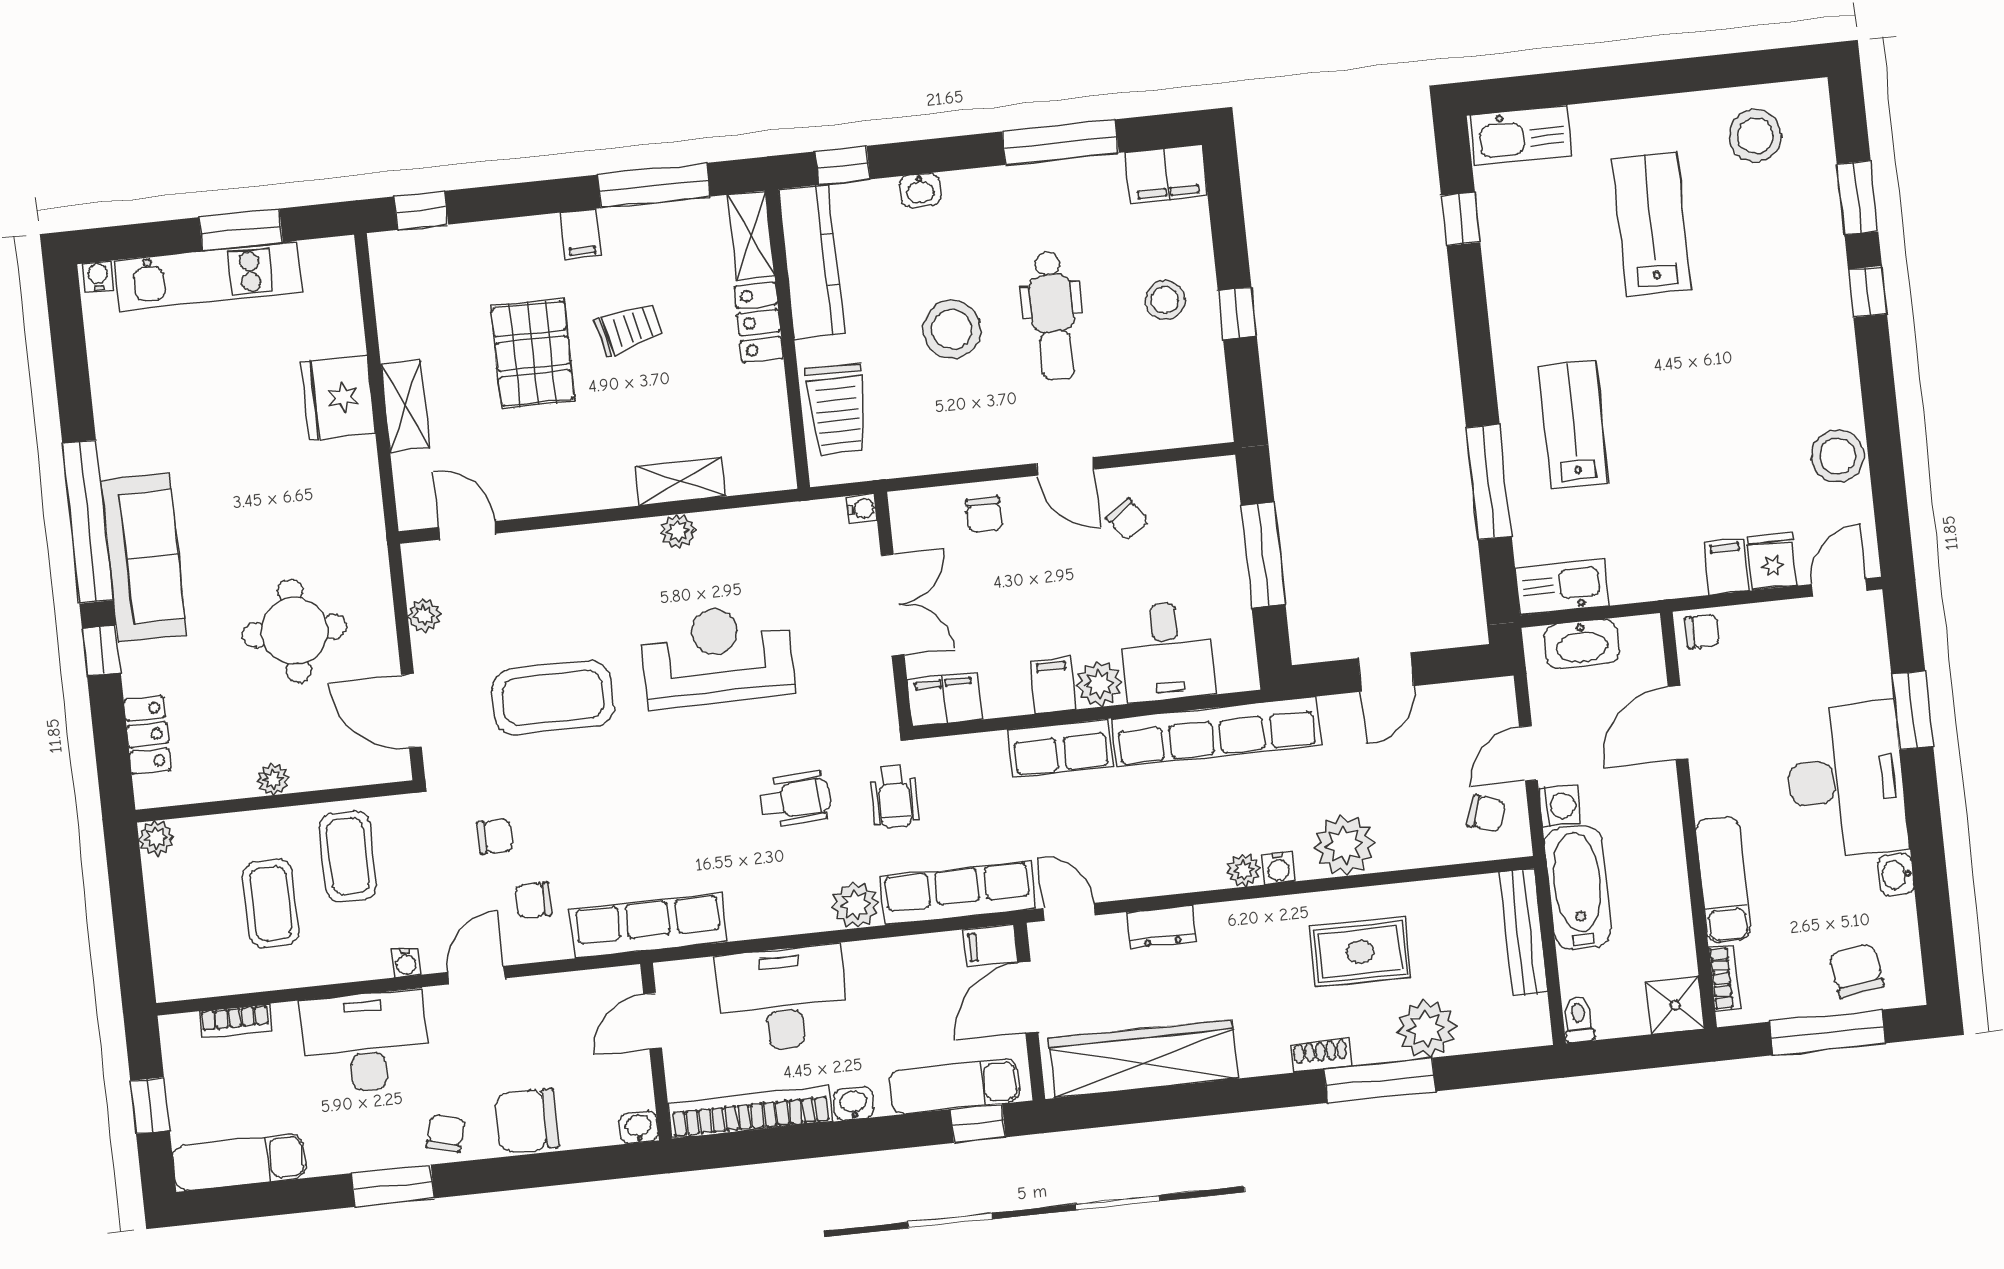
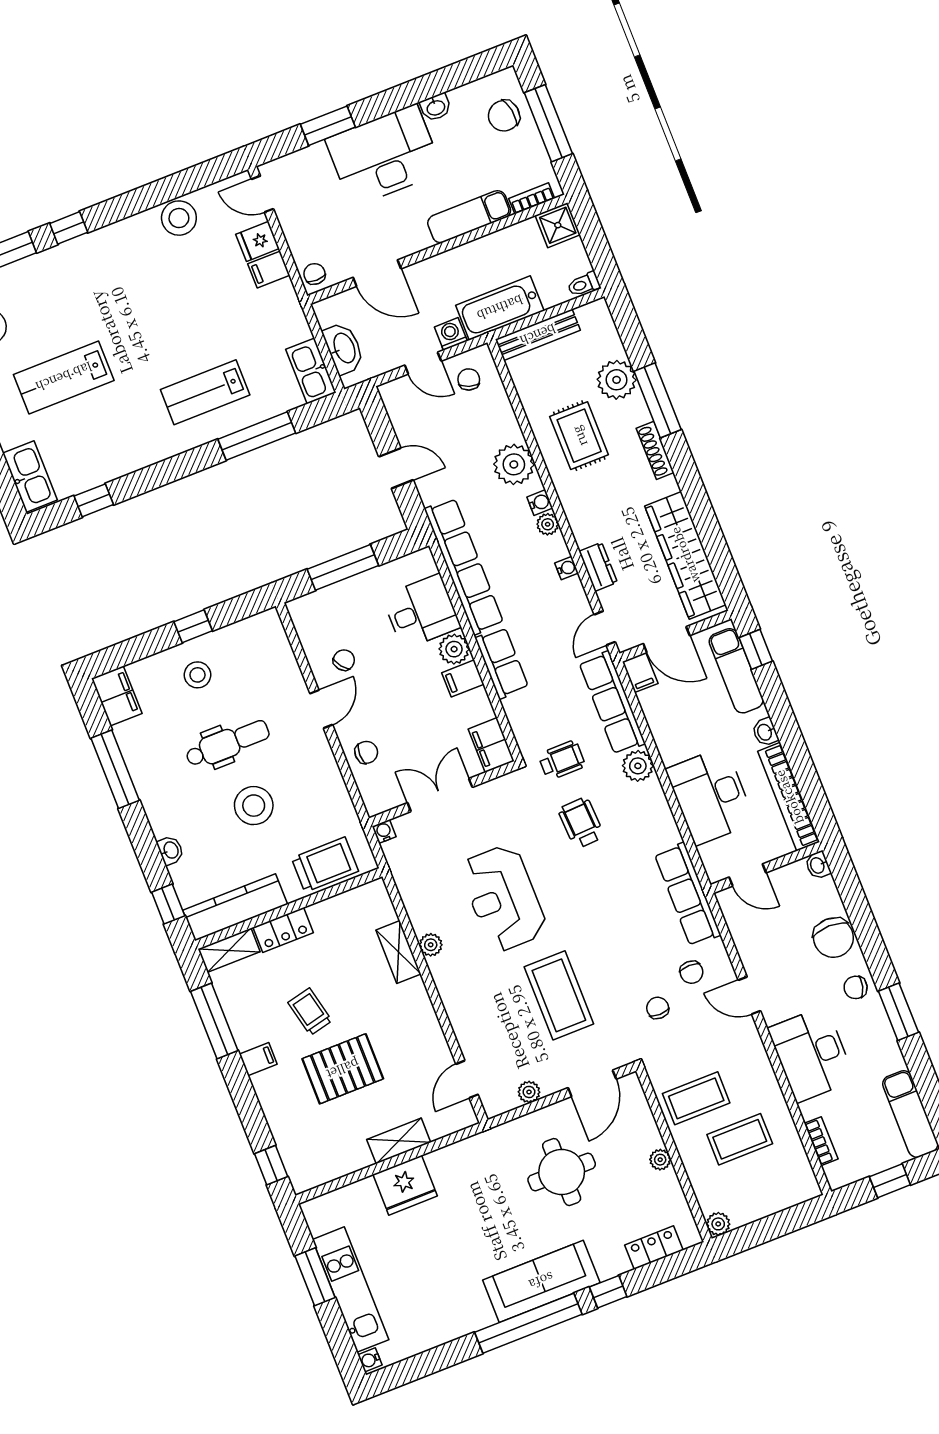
water cooler: (406, 962) -> (567, 568), moved
shoe rack: (1321, 1055) -> (655, 450), width x1.43

